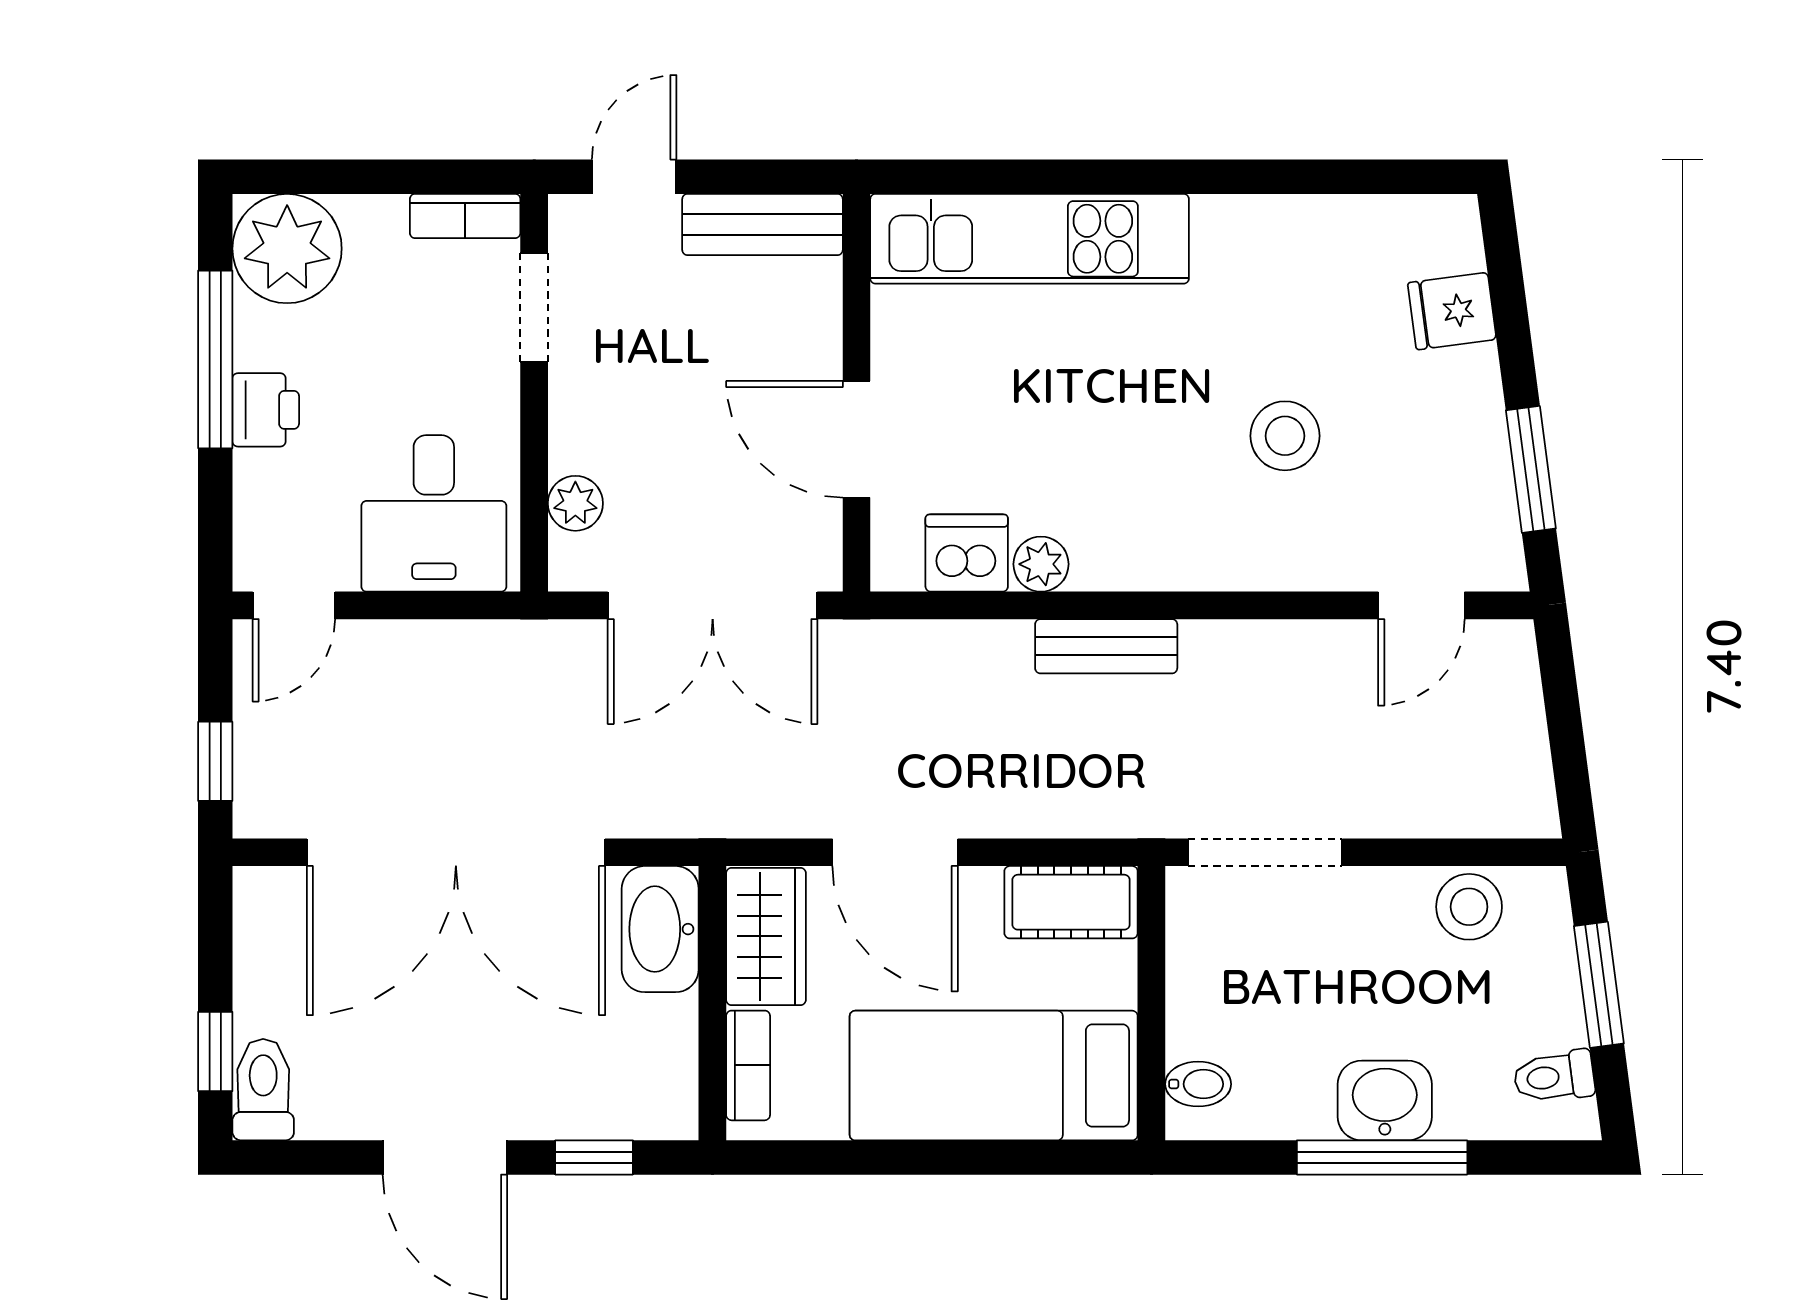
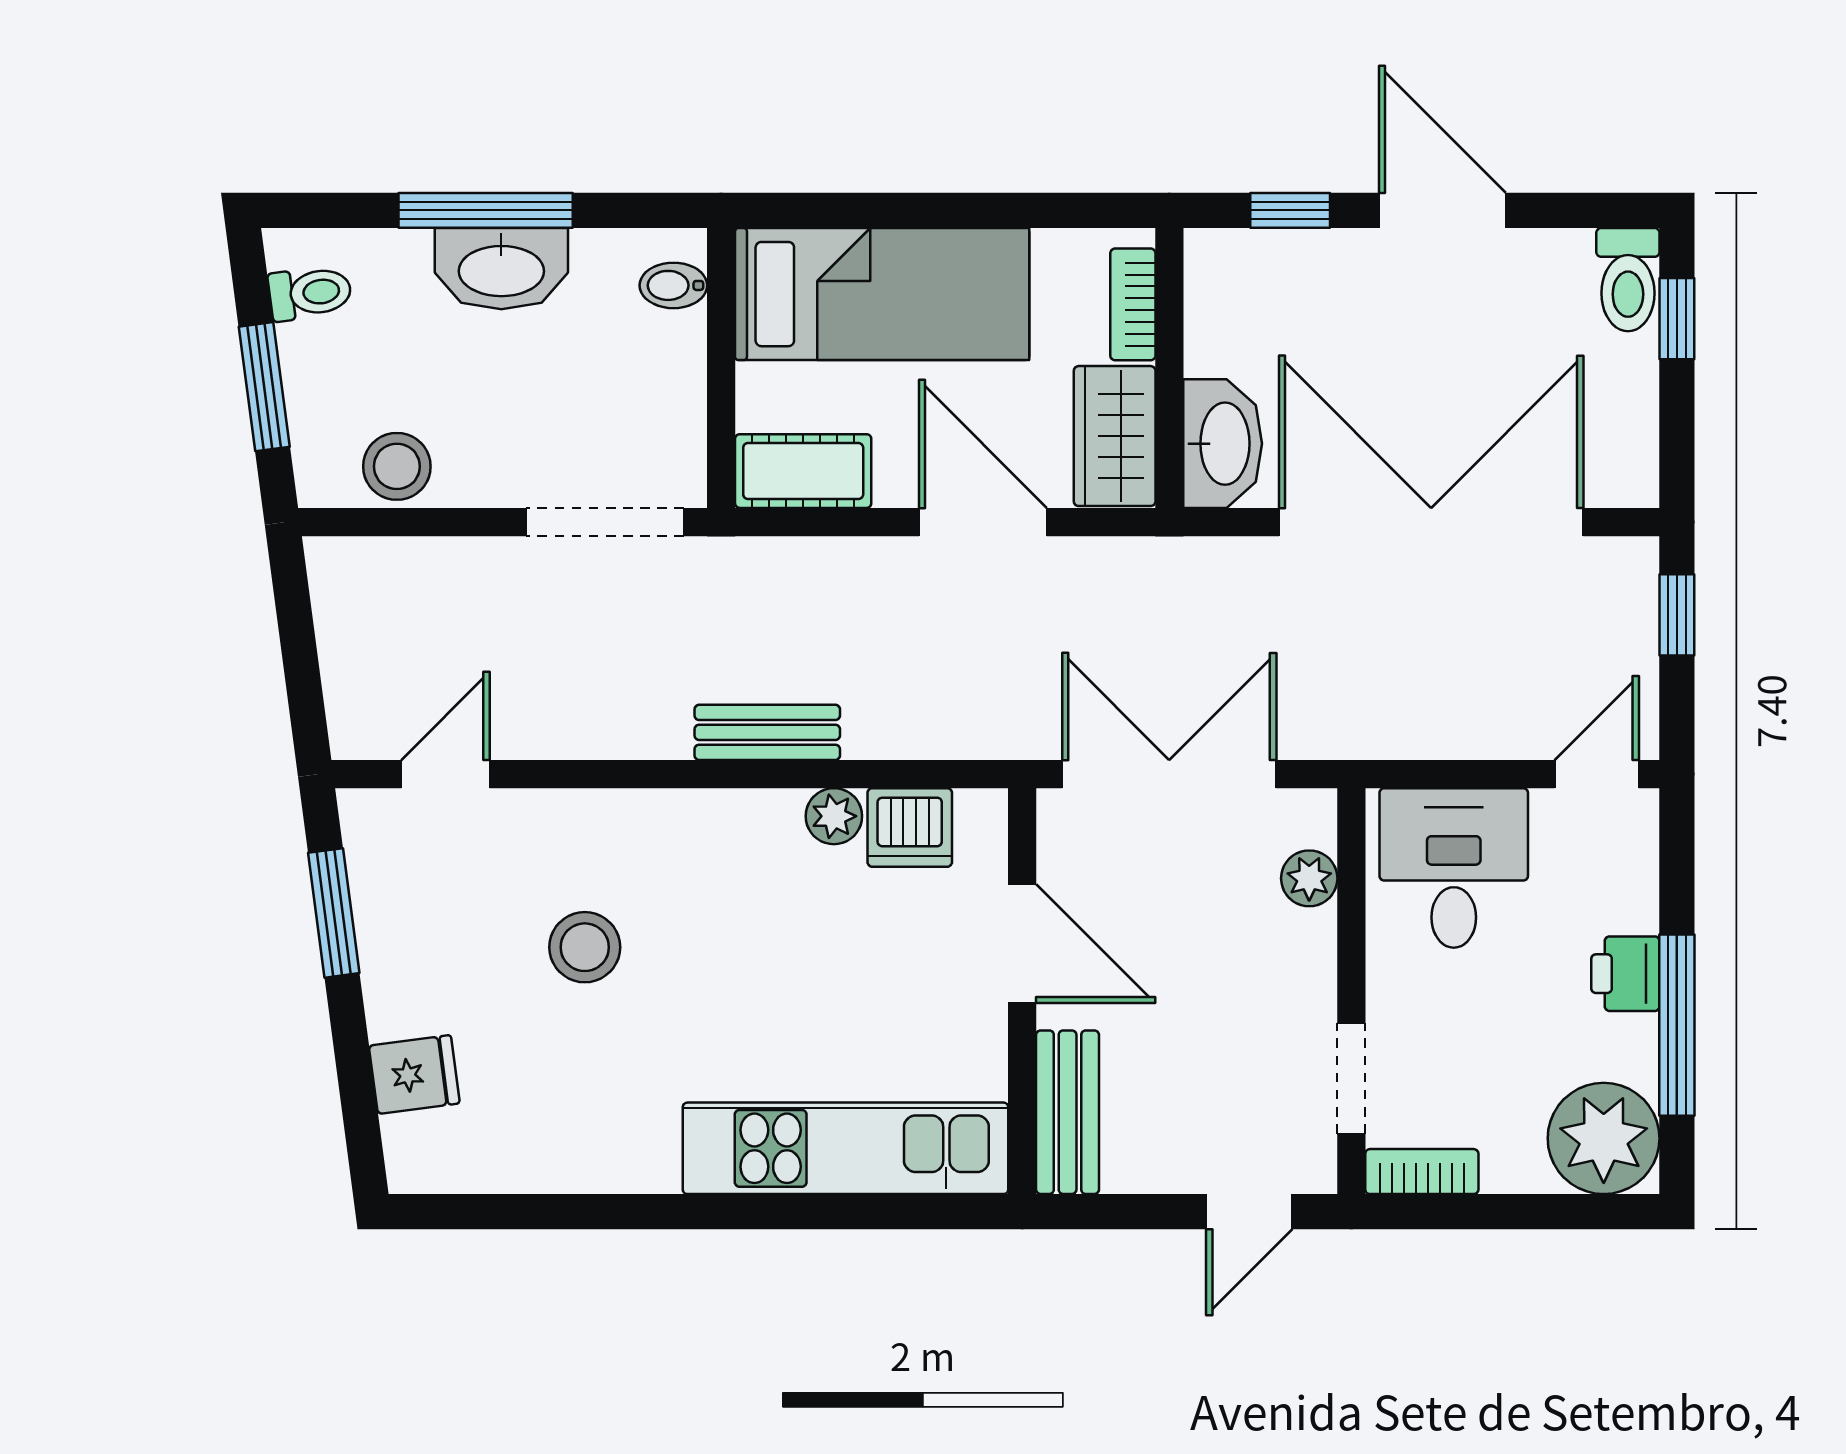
bench: (762, 225) -> (1068, 1112), moved, turned 90
washbasin: (1385, 1100) -> (501, 269), width x1.38

